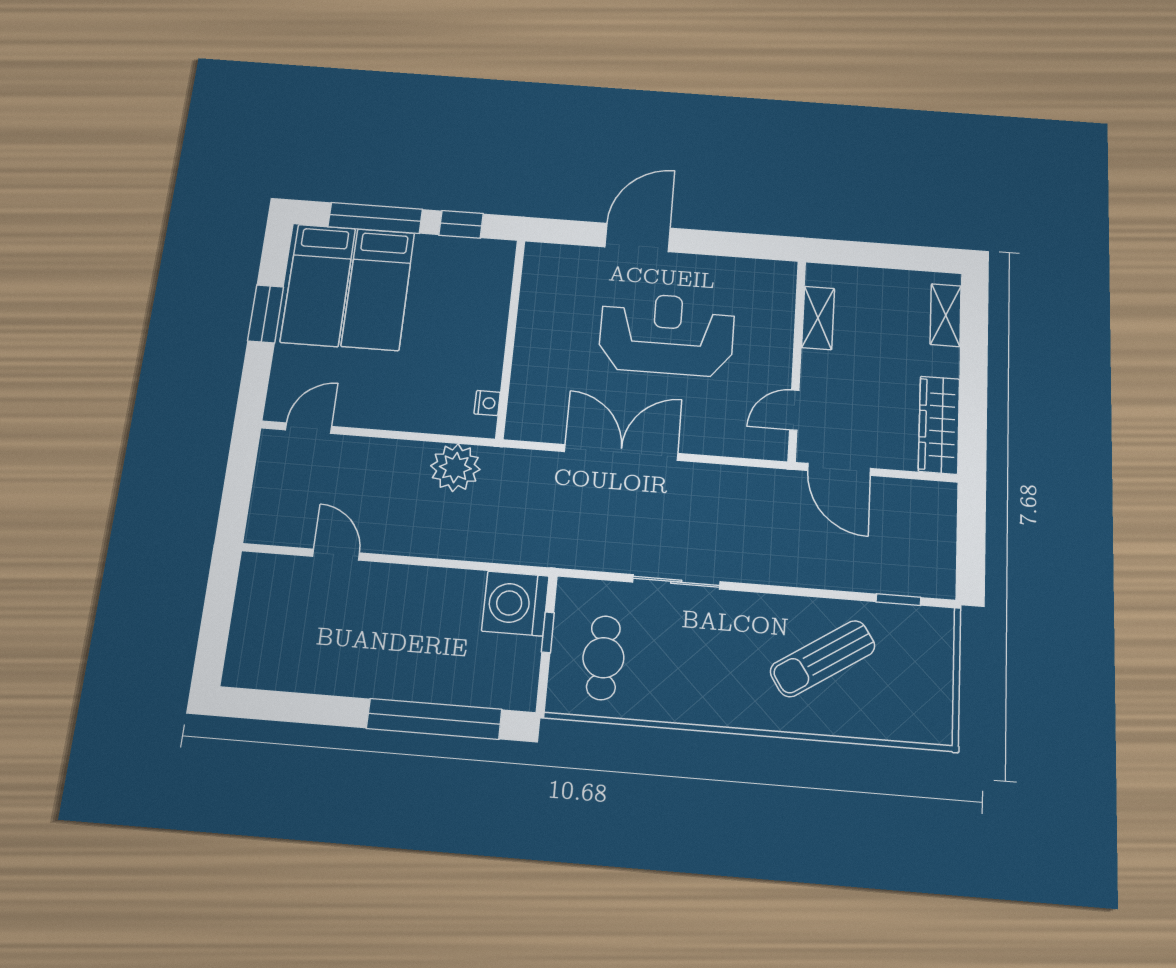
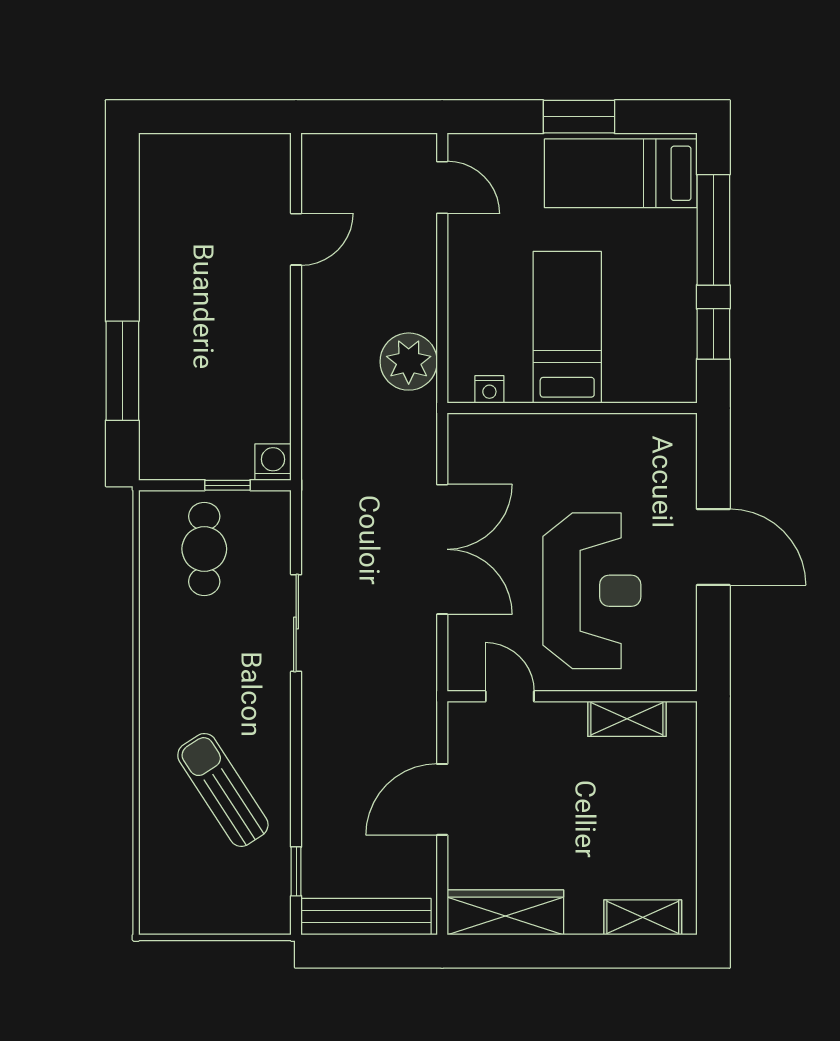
bed: (378, 289) -> (567, 327), moved, turned 90
shelving: (818, 318) -> (627, 719), moved
wall: (797, 360) -> (572, 696), moved
door: (794, 410) -> (510, 696), moved
bench: (940, 542) -> (366, 917), added
washing machine: (515, 603) -> (273, 462), width x0.53, depth x0.53
cafe table: (603, 658) -> (204, 549), turned 90
window: (434, 719) -> (122, 371), width x0.68

